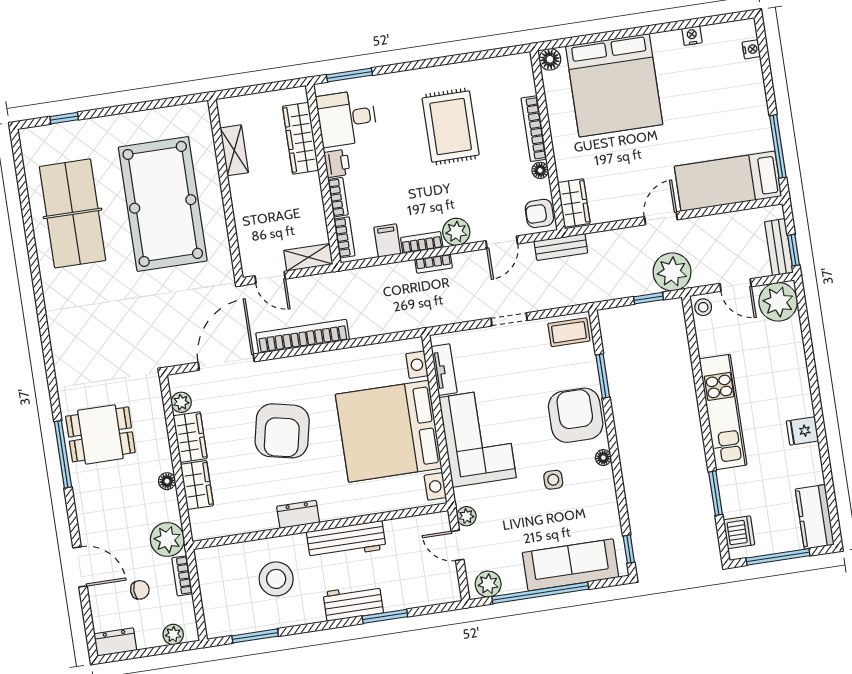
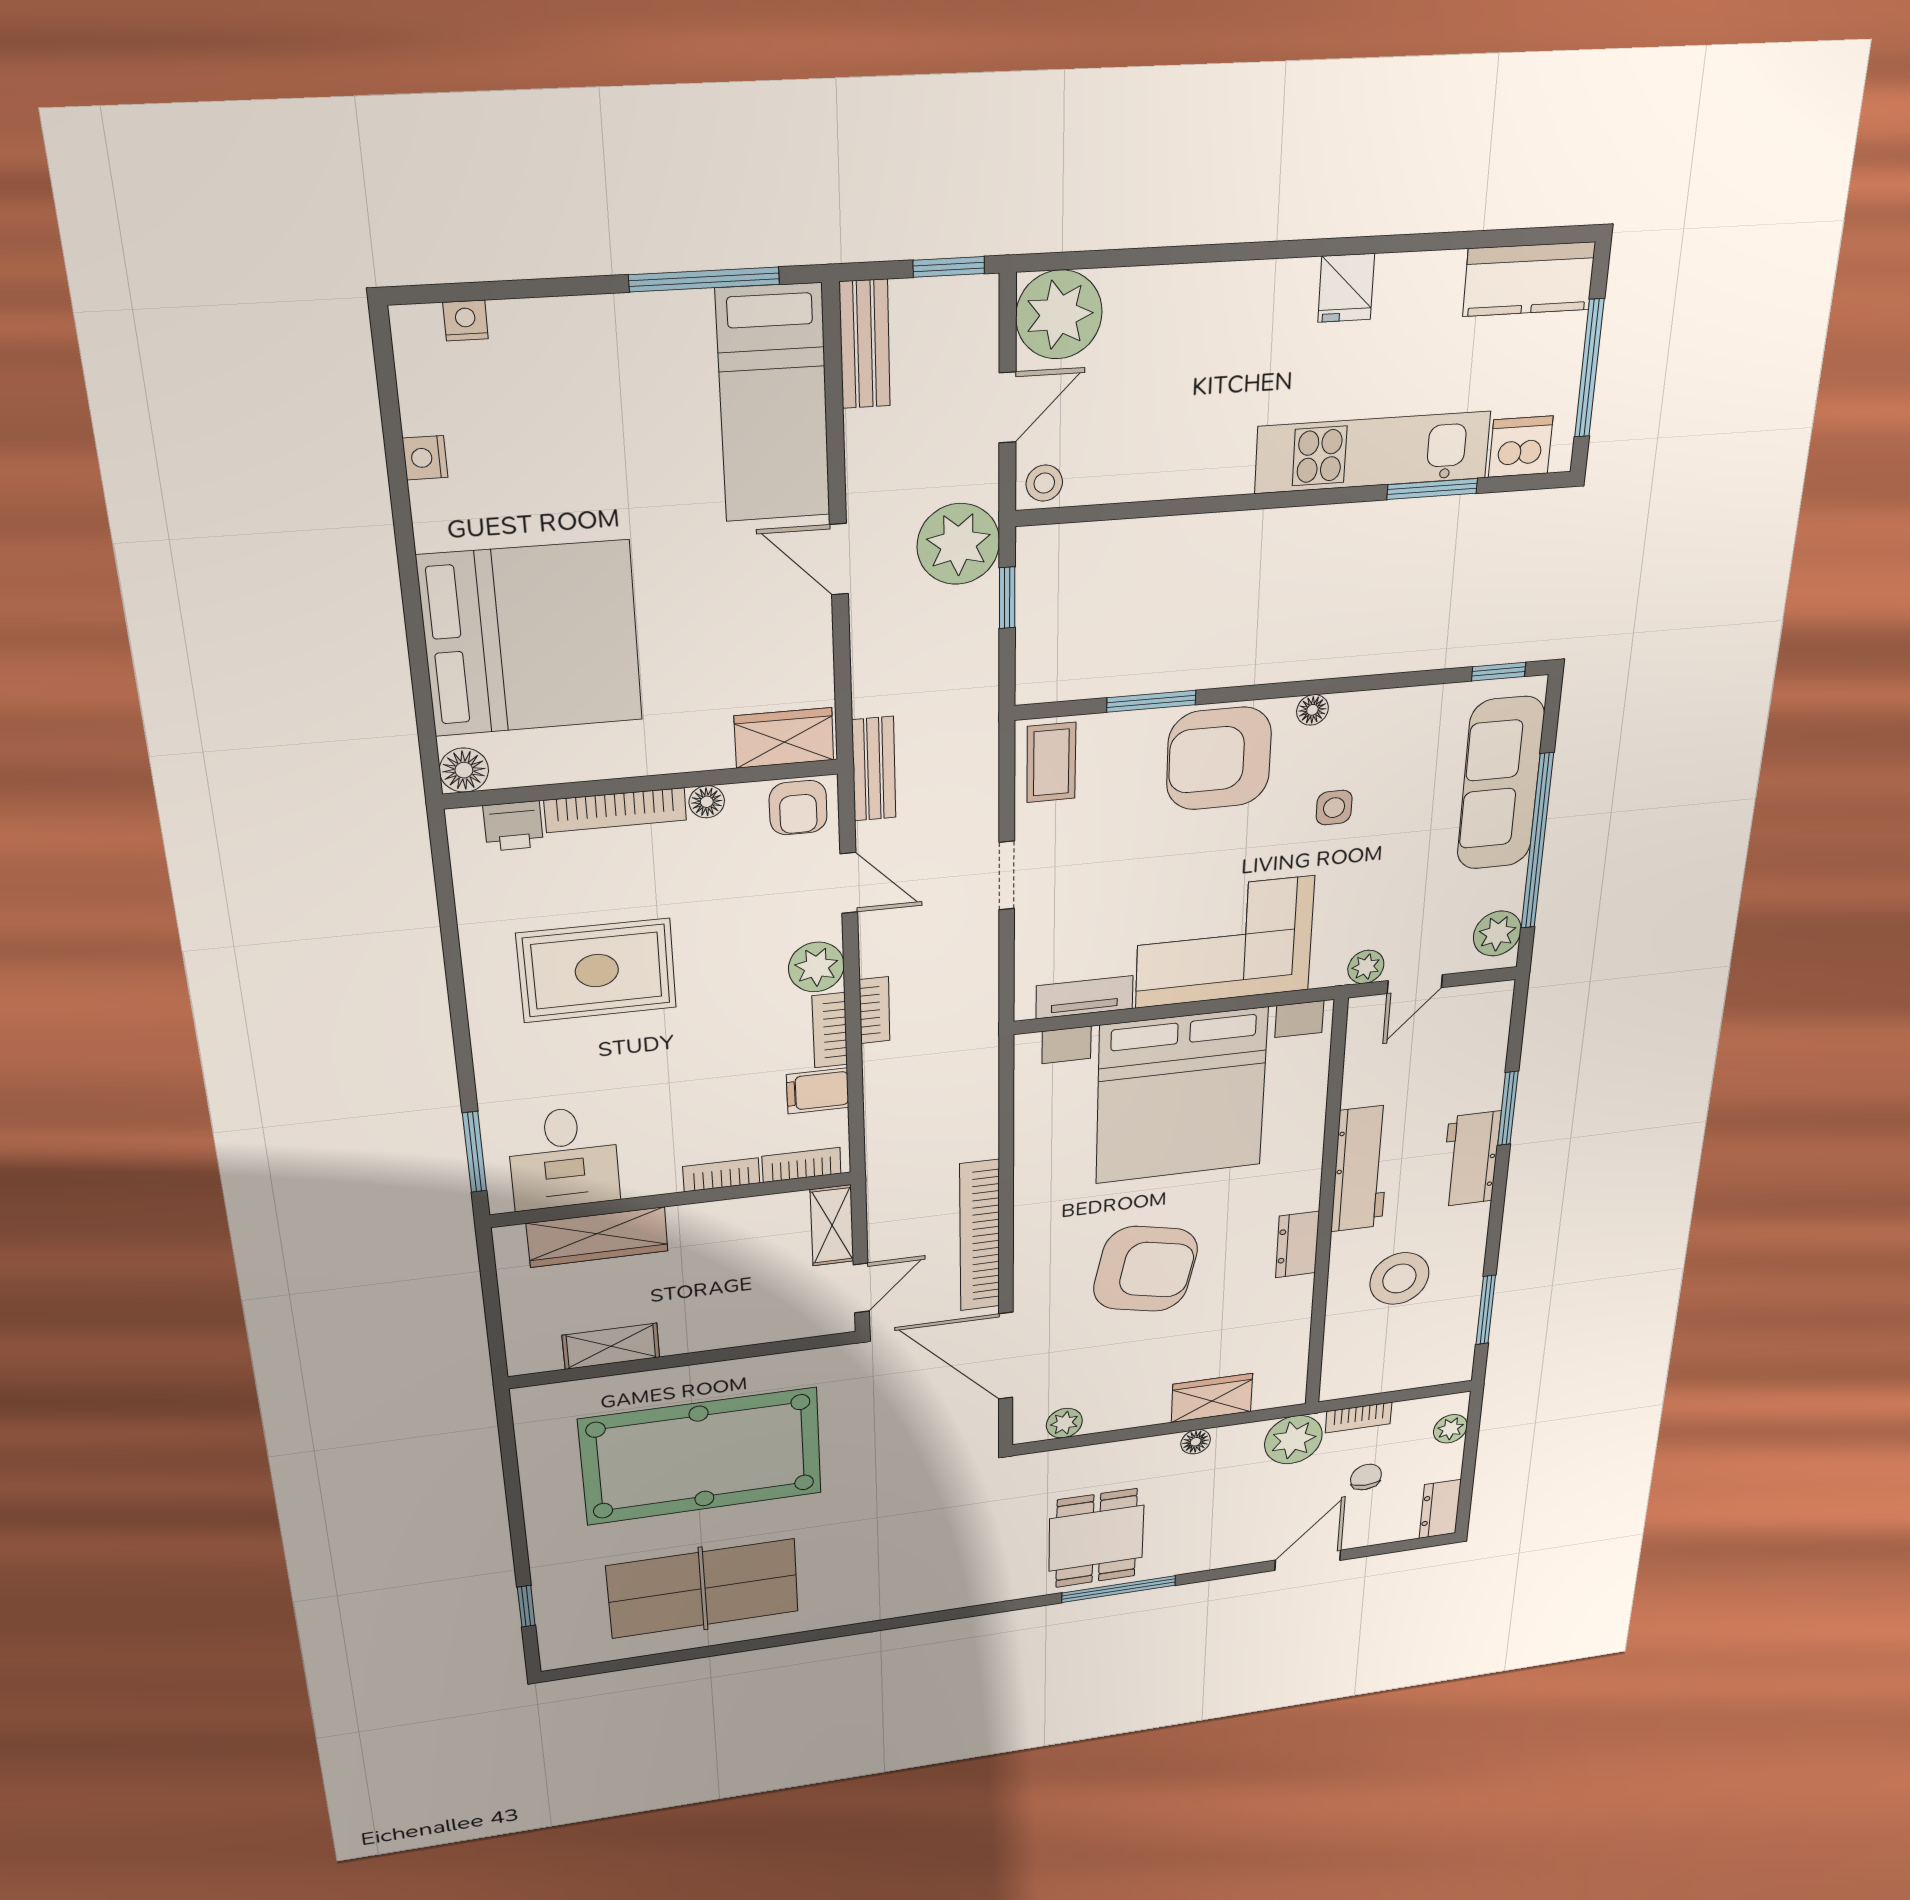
printer: (337, 163) -> (513, 826), moved, turned 180
bench: (779, 247) -> (865, 344), moved, turned 90
kitchen unit: (723, 412) -> (1373, 452), moved
wardrobe: (190, 437) -> (1127, 1409), removed

